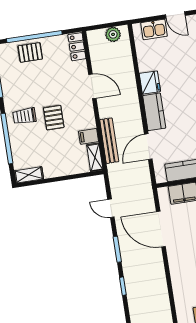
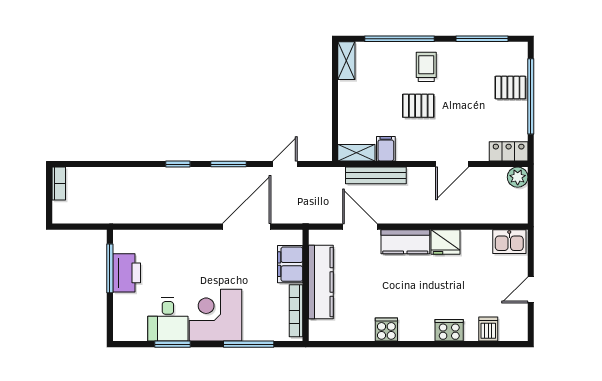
kitchen sink: (154, 29) -> (509, 242), moved, turned -90
plant: (113, 34) -> (518, 177), moved
pallet: (30, 52) -> (510, 88), turned 90

